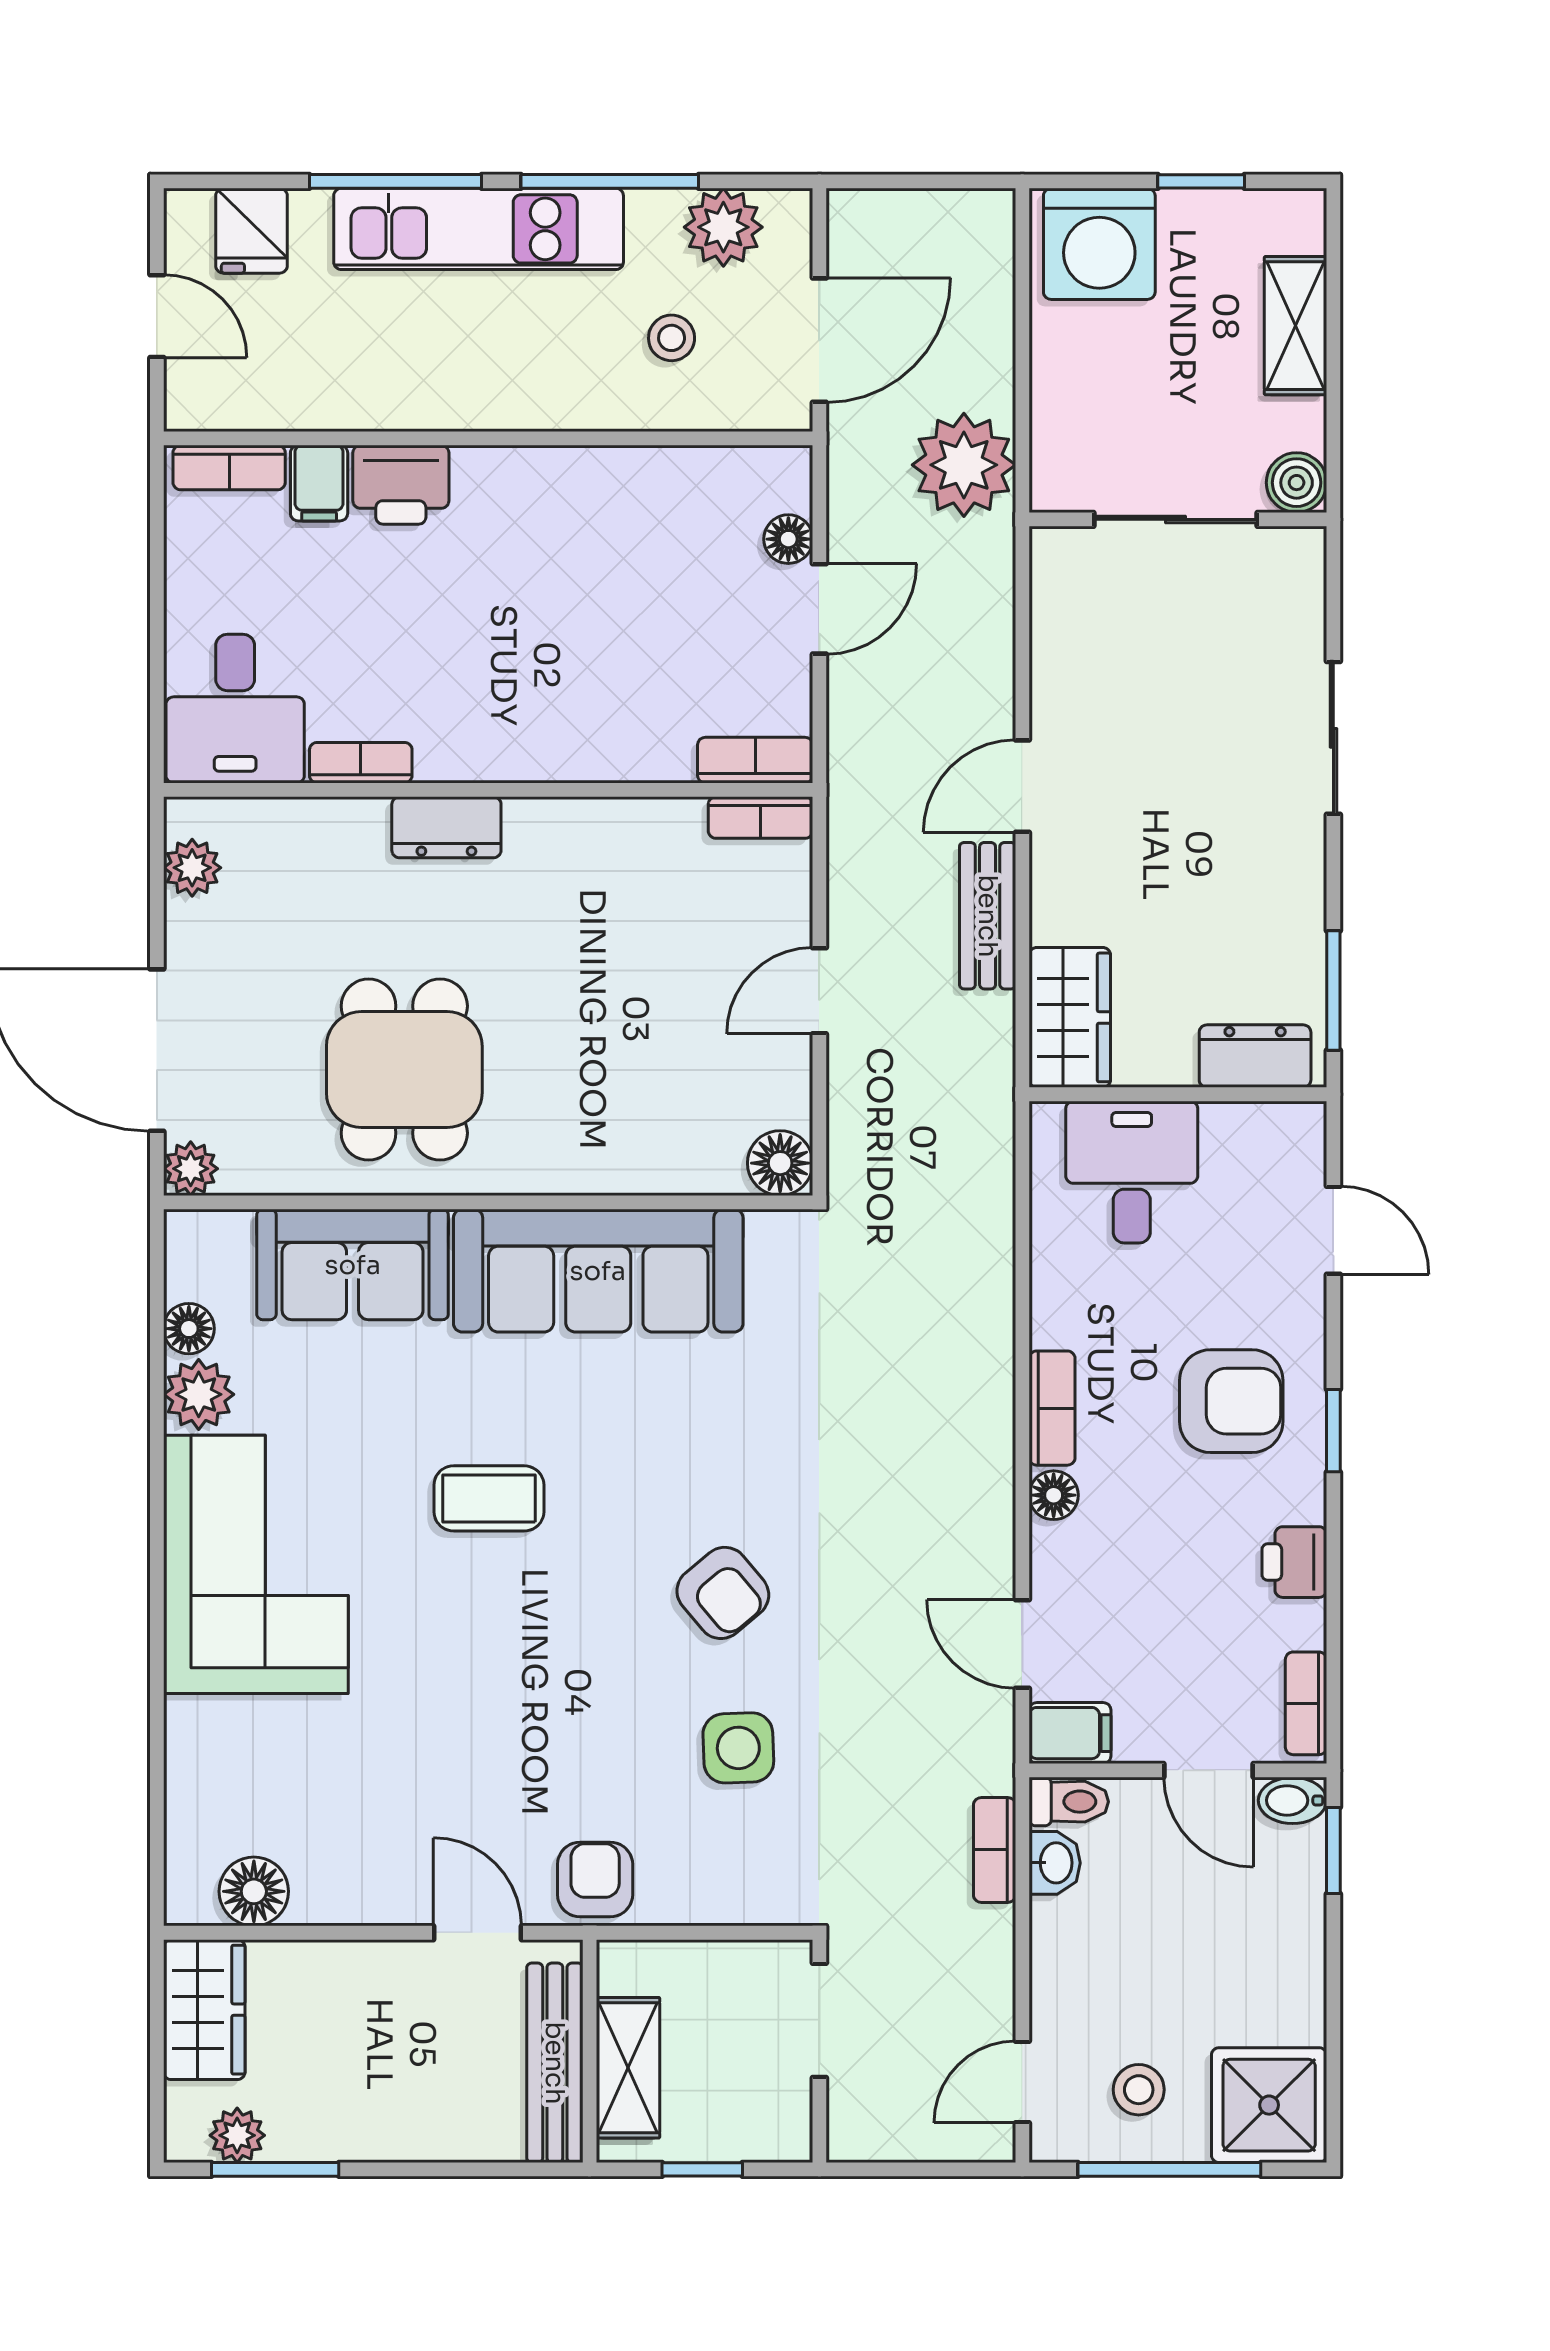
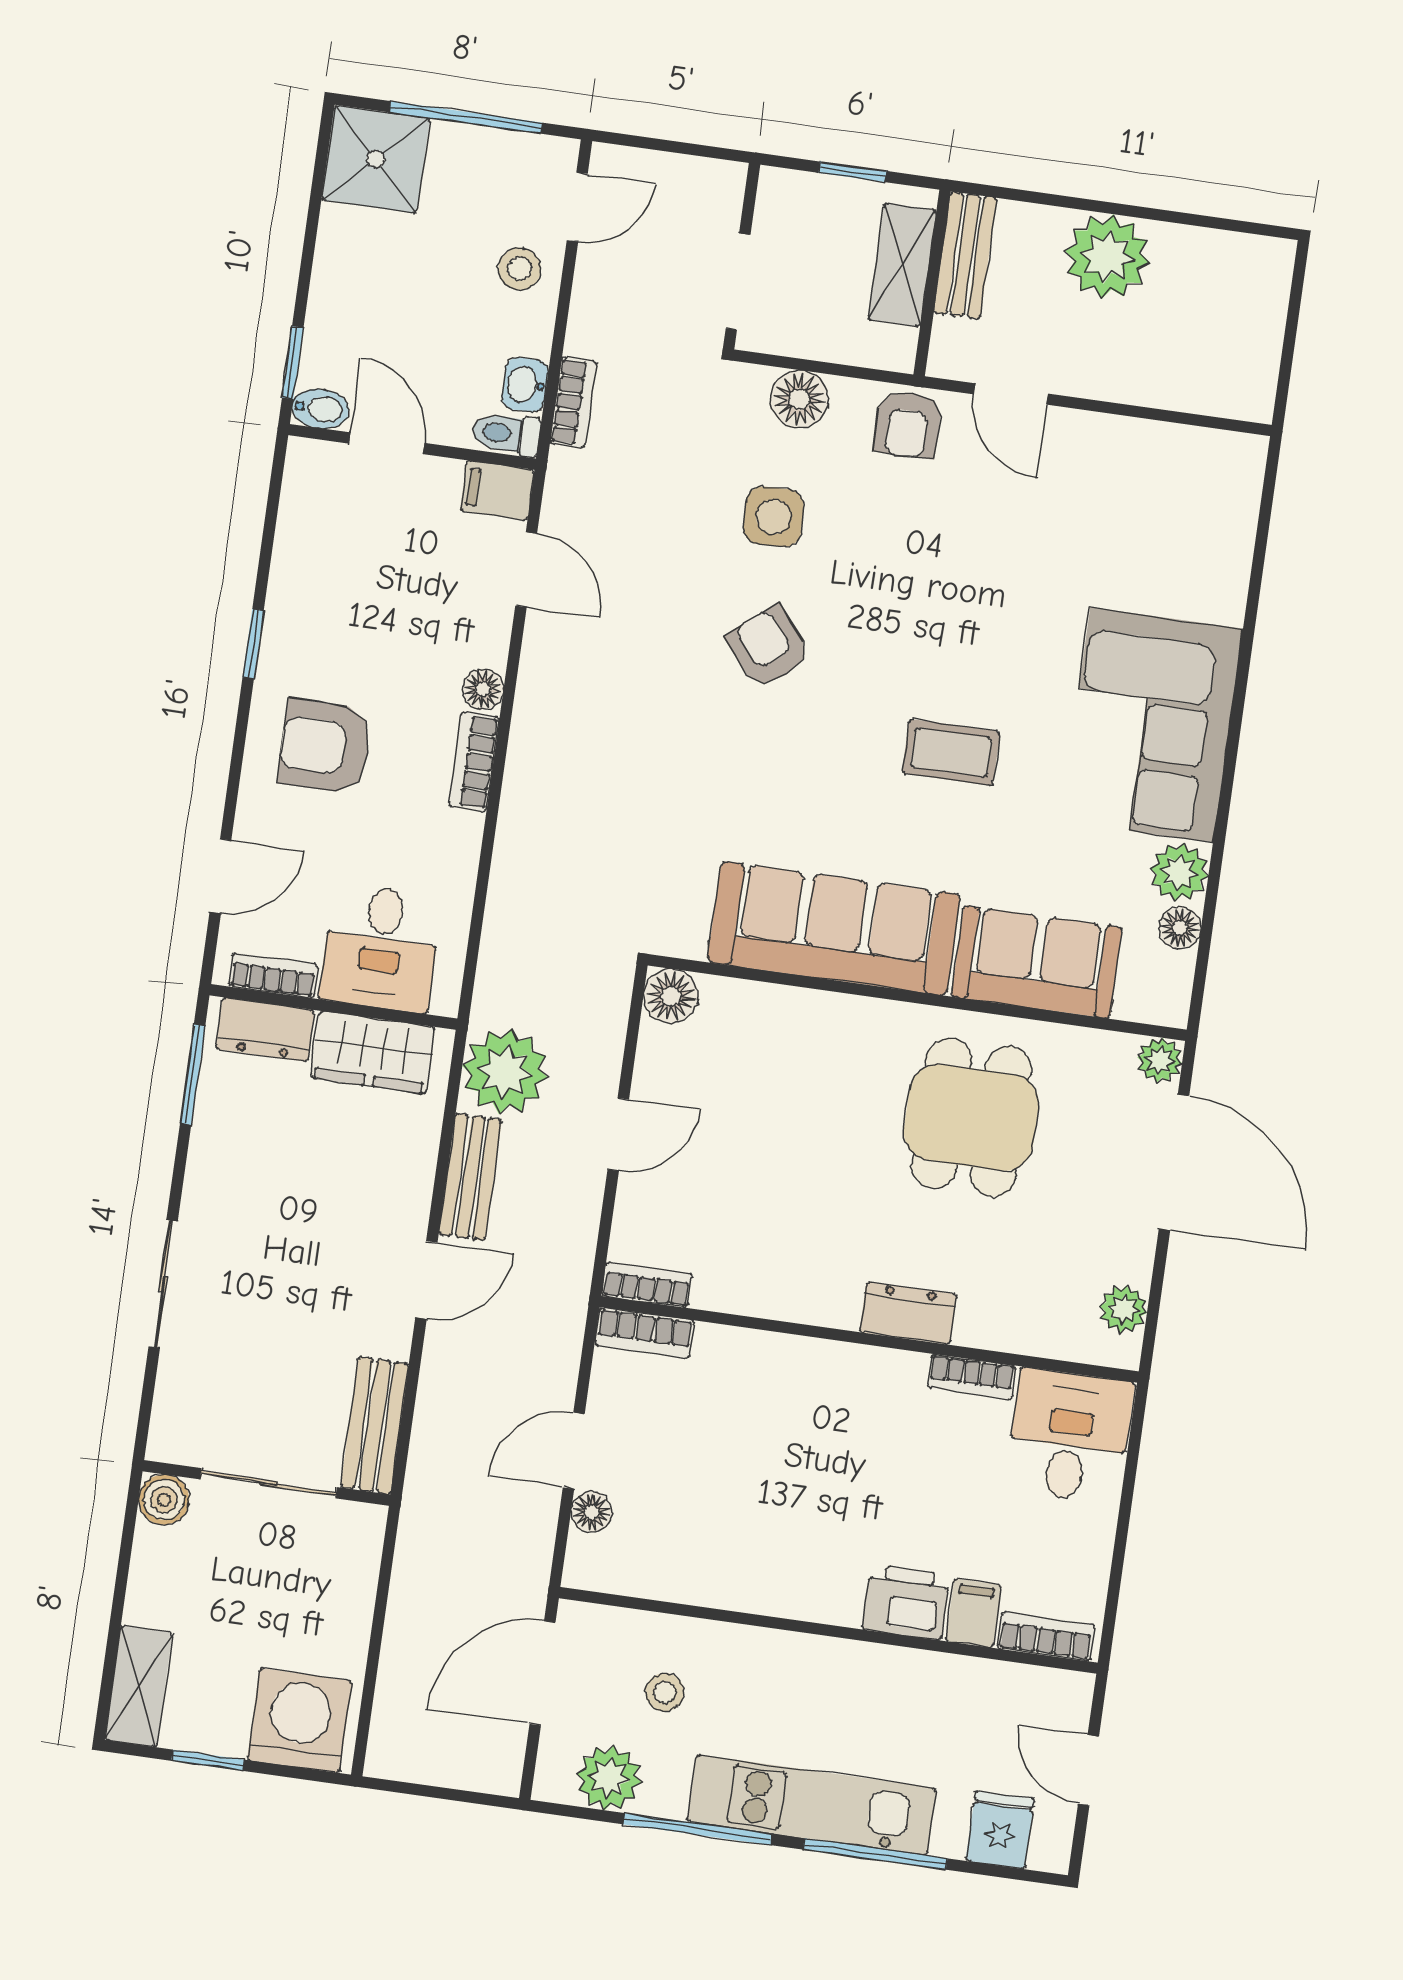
shelving: (1295, 326) -> (139, 1686), moved
plant: (964, 465) -> (505, 1072), moved
bench: (1059, 605) -> (375, 1425), added
wardrobe: (1070, 1017) -> (373, 1052), moved, turned -90
door: (1333, 1230) -> (220, 876), swing flipped
window: (1333, 1431) -> (253, 644), moved
printer: (1294, 1562) -> (291, 606), removed
bookcase: (1306, 1703) -> (273, 975), moved, turned -90
floor lamp: (254, 1891) -> (799, 399), moved
wardrobe: (204, 2010) -> (1246, 362), removed
bench: (555, 2063) -> (965, 255), width x0.73
stool: (1139, 2090) -> (520, 269), moved
plant: (237, 2135) -> (1107, 257), moved, width x1.88, depth x1.88
window: (275, 2169) -> (1206, 222), removed

